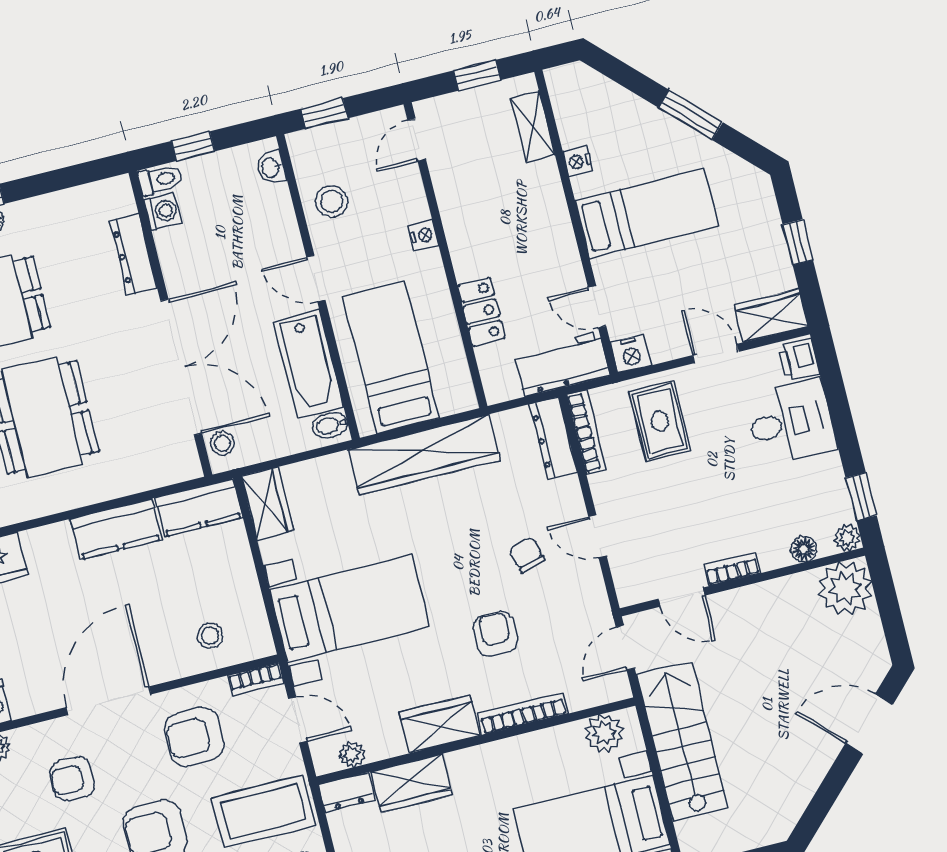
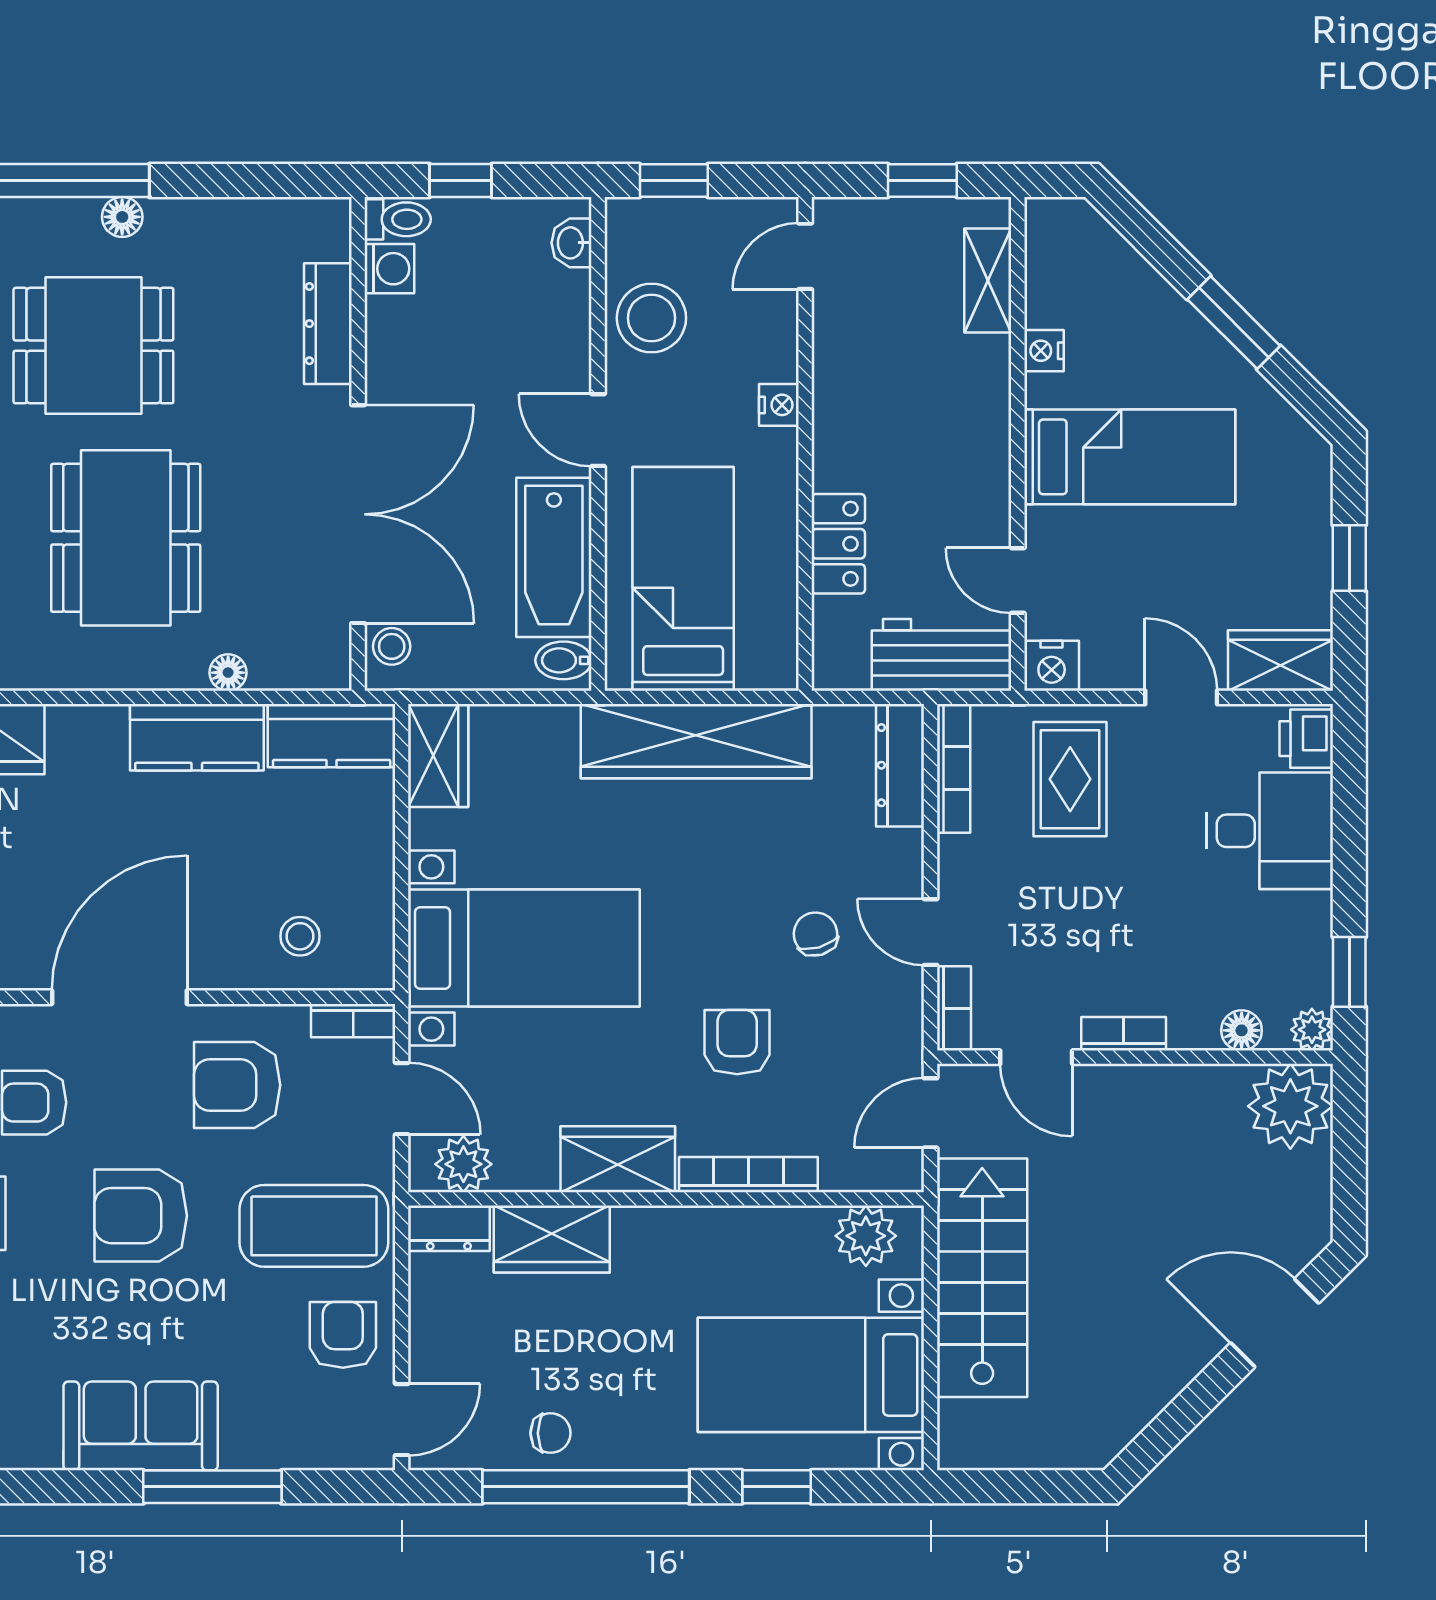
stool: (332, 201) -> (651, 318), width x1.38, depth x1.38
floor lamp: (126, 484) -> (228, 673), added
bookcase: (624, 580) -> (954, 1008), added
plant: (352, 754) -> (463, 1164), width x1.38, depth x1.38

